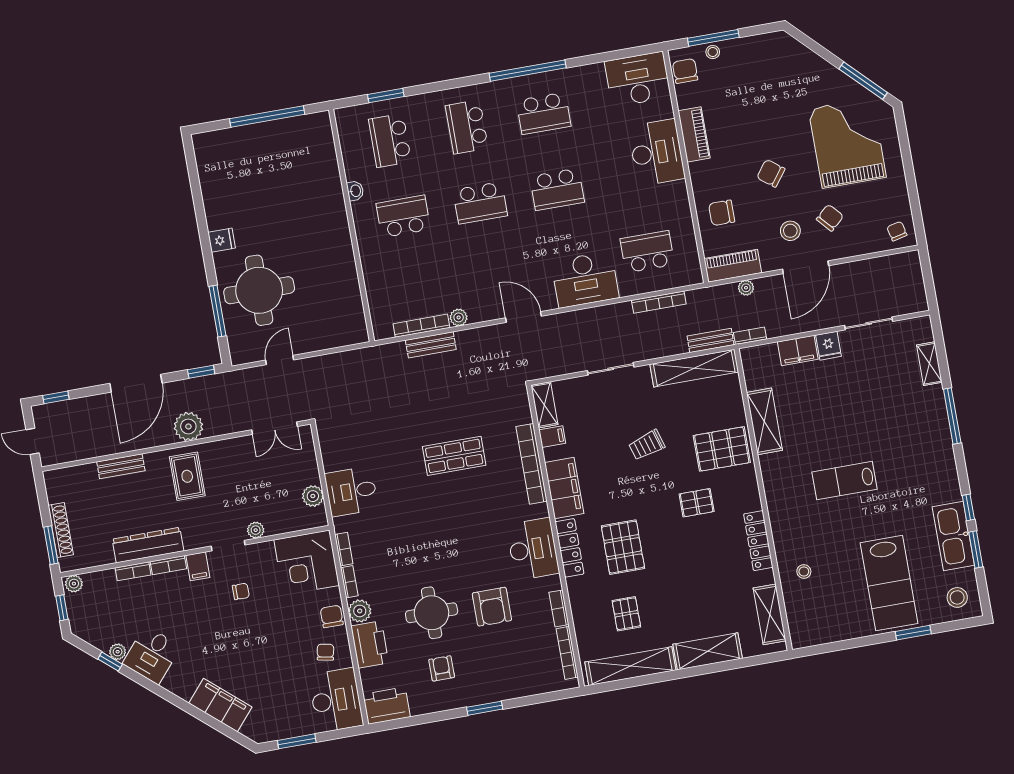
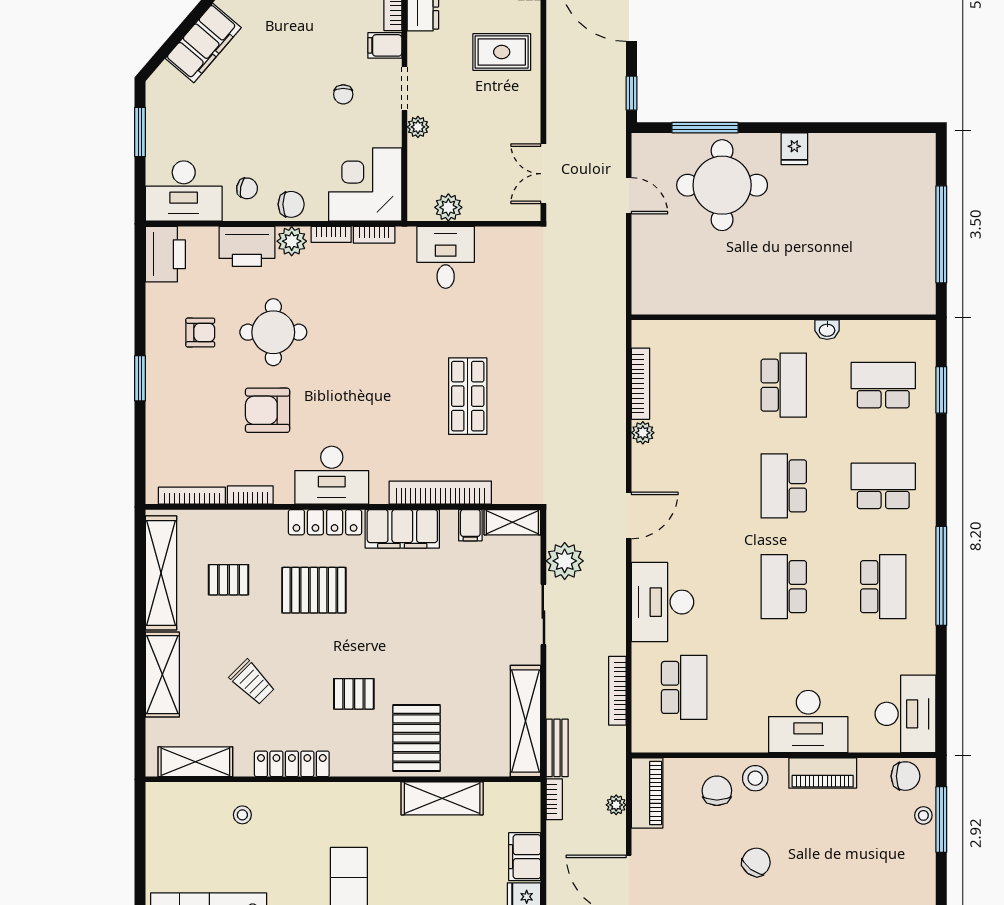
school desk: (544, 113) -> (883, 587), turned 180
stool: (790, 231) -> (755, 778), moved
bench: (431, 345) -> (614, 391), removed
plant: (188, 426) -> (565, 561), moved
trolley: (647, 445) -> (252, 682), moved, turned 152
pallet: (697, 503) -> (354, 694), turned 90

